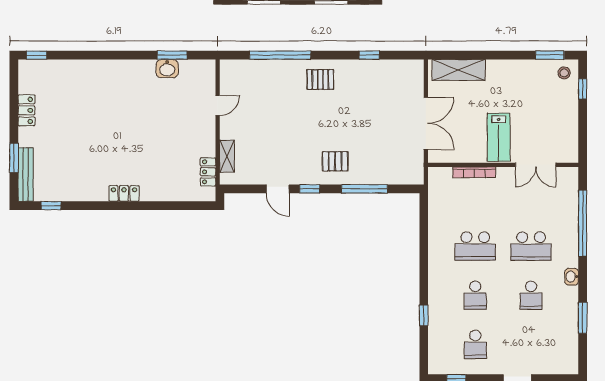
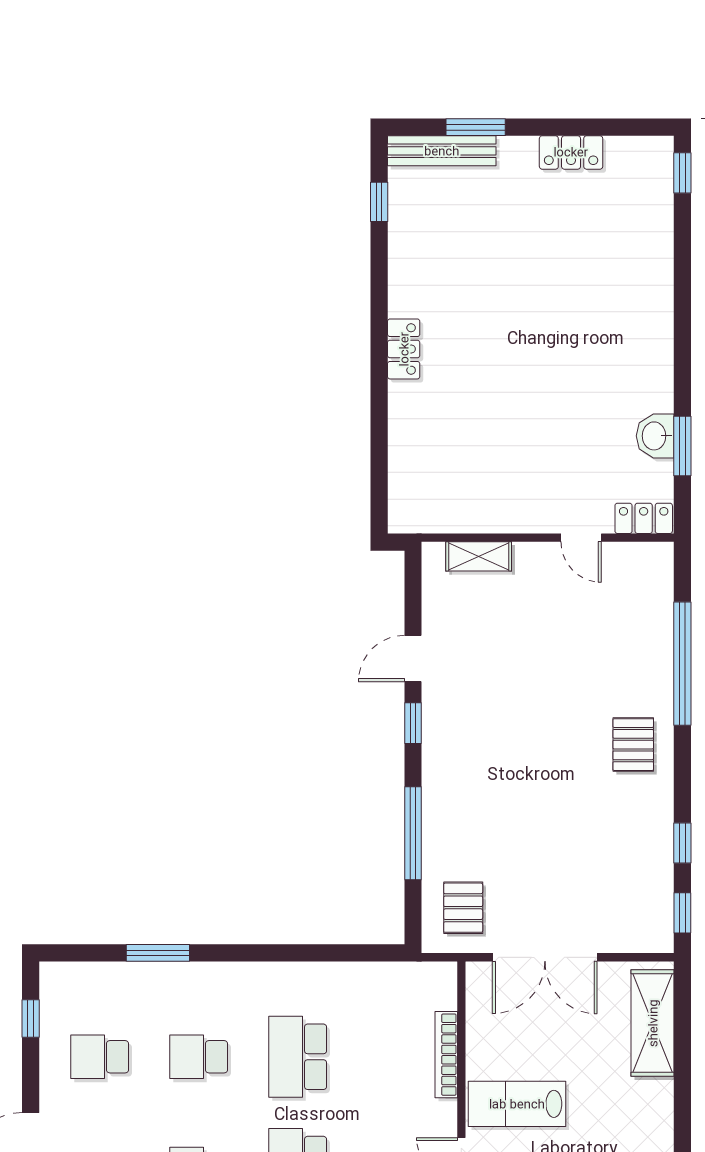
window: (404, 55) -> (682, 913), added
pallet: (335, 161) -> (463, 908), moved
locker: (208, 172) -> (644, 518), moved
window: (424, 315) -> (158, 953), width x1.50

